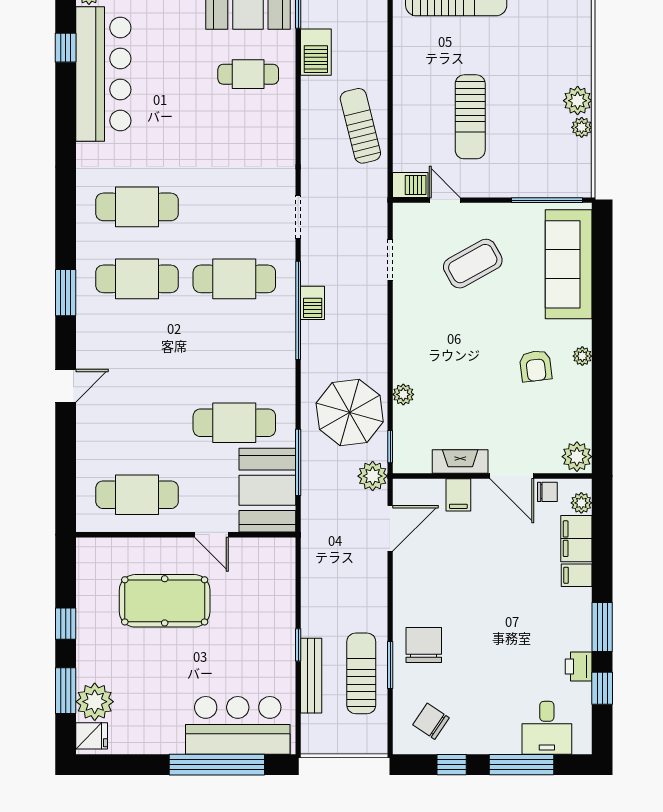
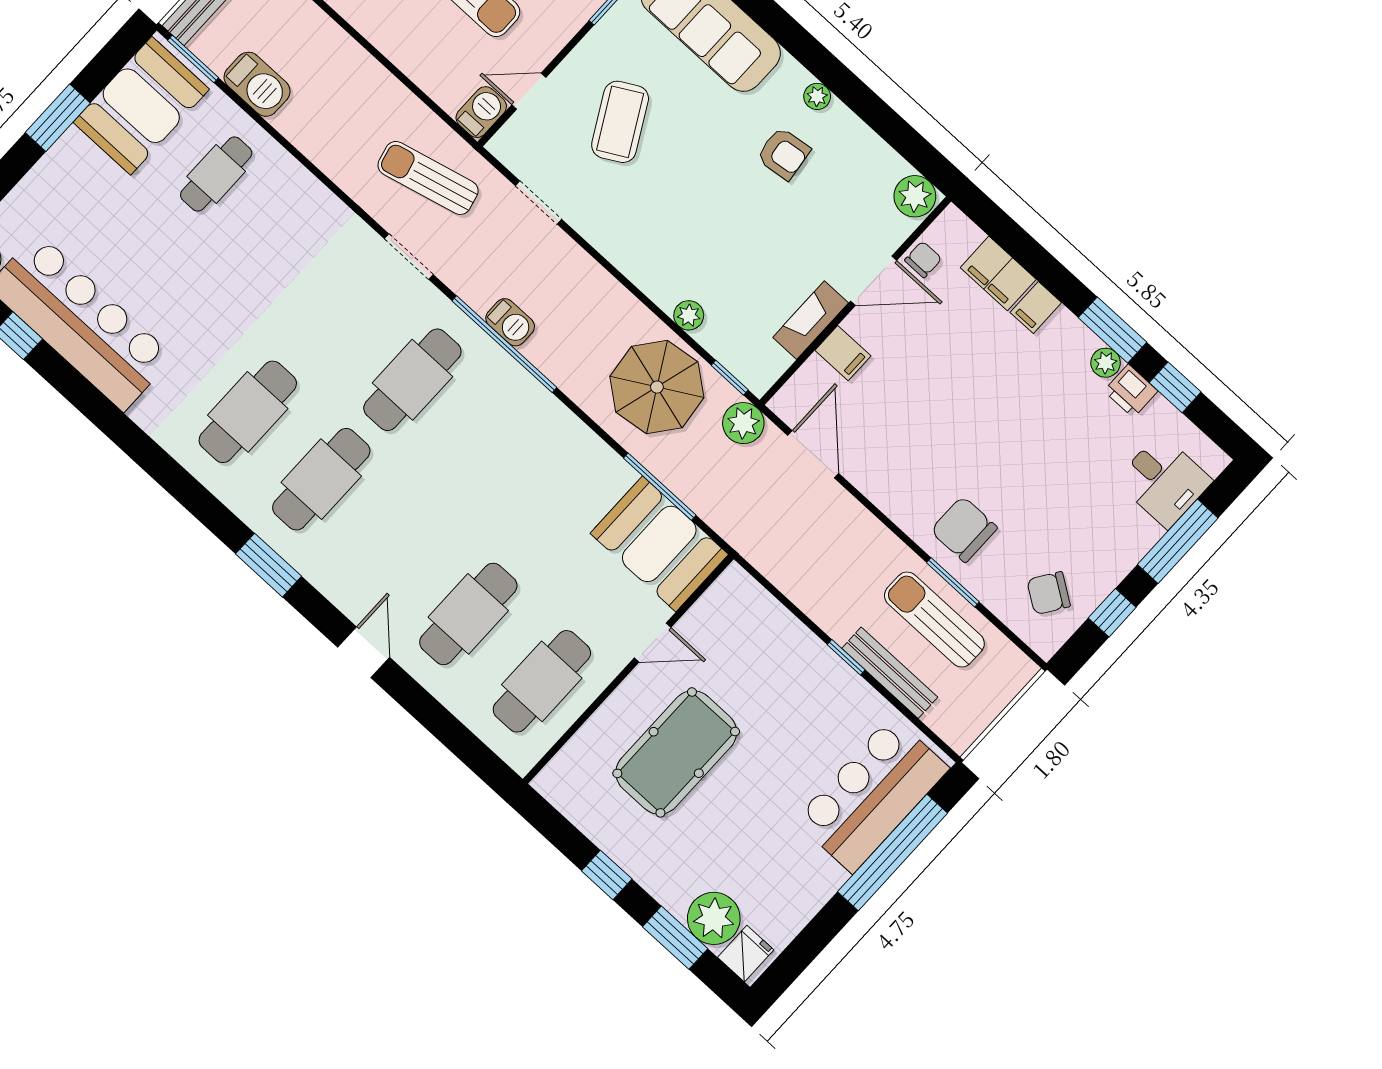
sun lounger: (360, 126) -> (428, 178), moved
cafe table: (234, 423) -> (468, 614), moved
plant: (581, 503) -> (1106, 363), moved

